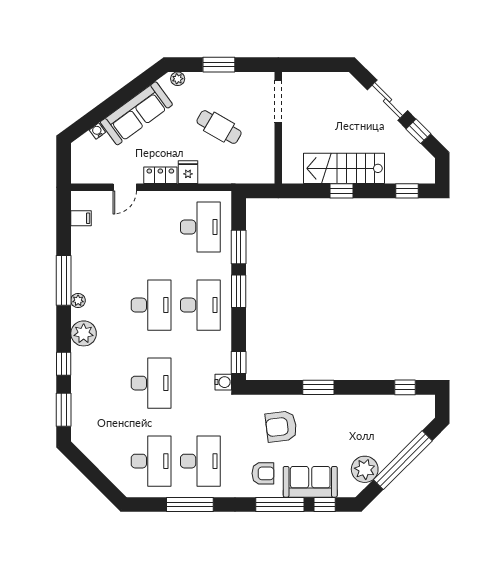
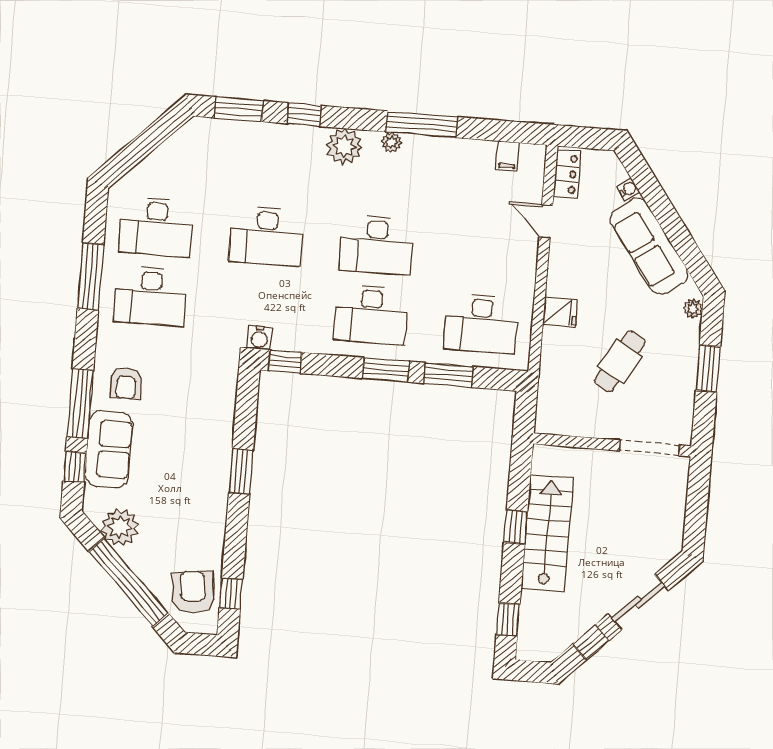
locker: (160, 175) -> (567, 174), moved
armchair: (281, 427) -> (193, 592), moved

